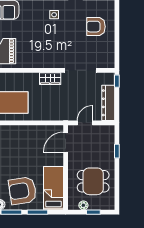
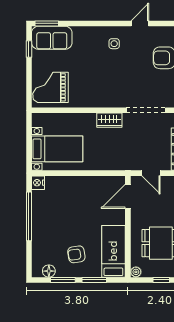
door: (85, 123) -> (151, 173), swing flipped
armchair: (23, 191) -> (76, 254), width x0.53, depth x0.53
plant: (83, 205) -> (136, 272), moved

